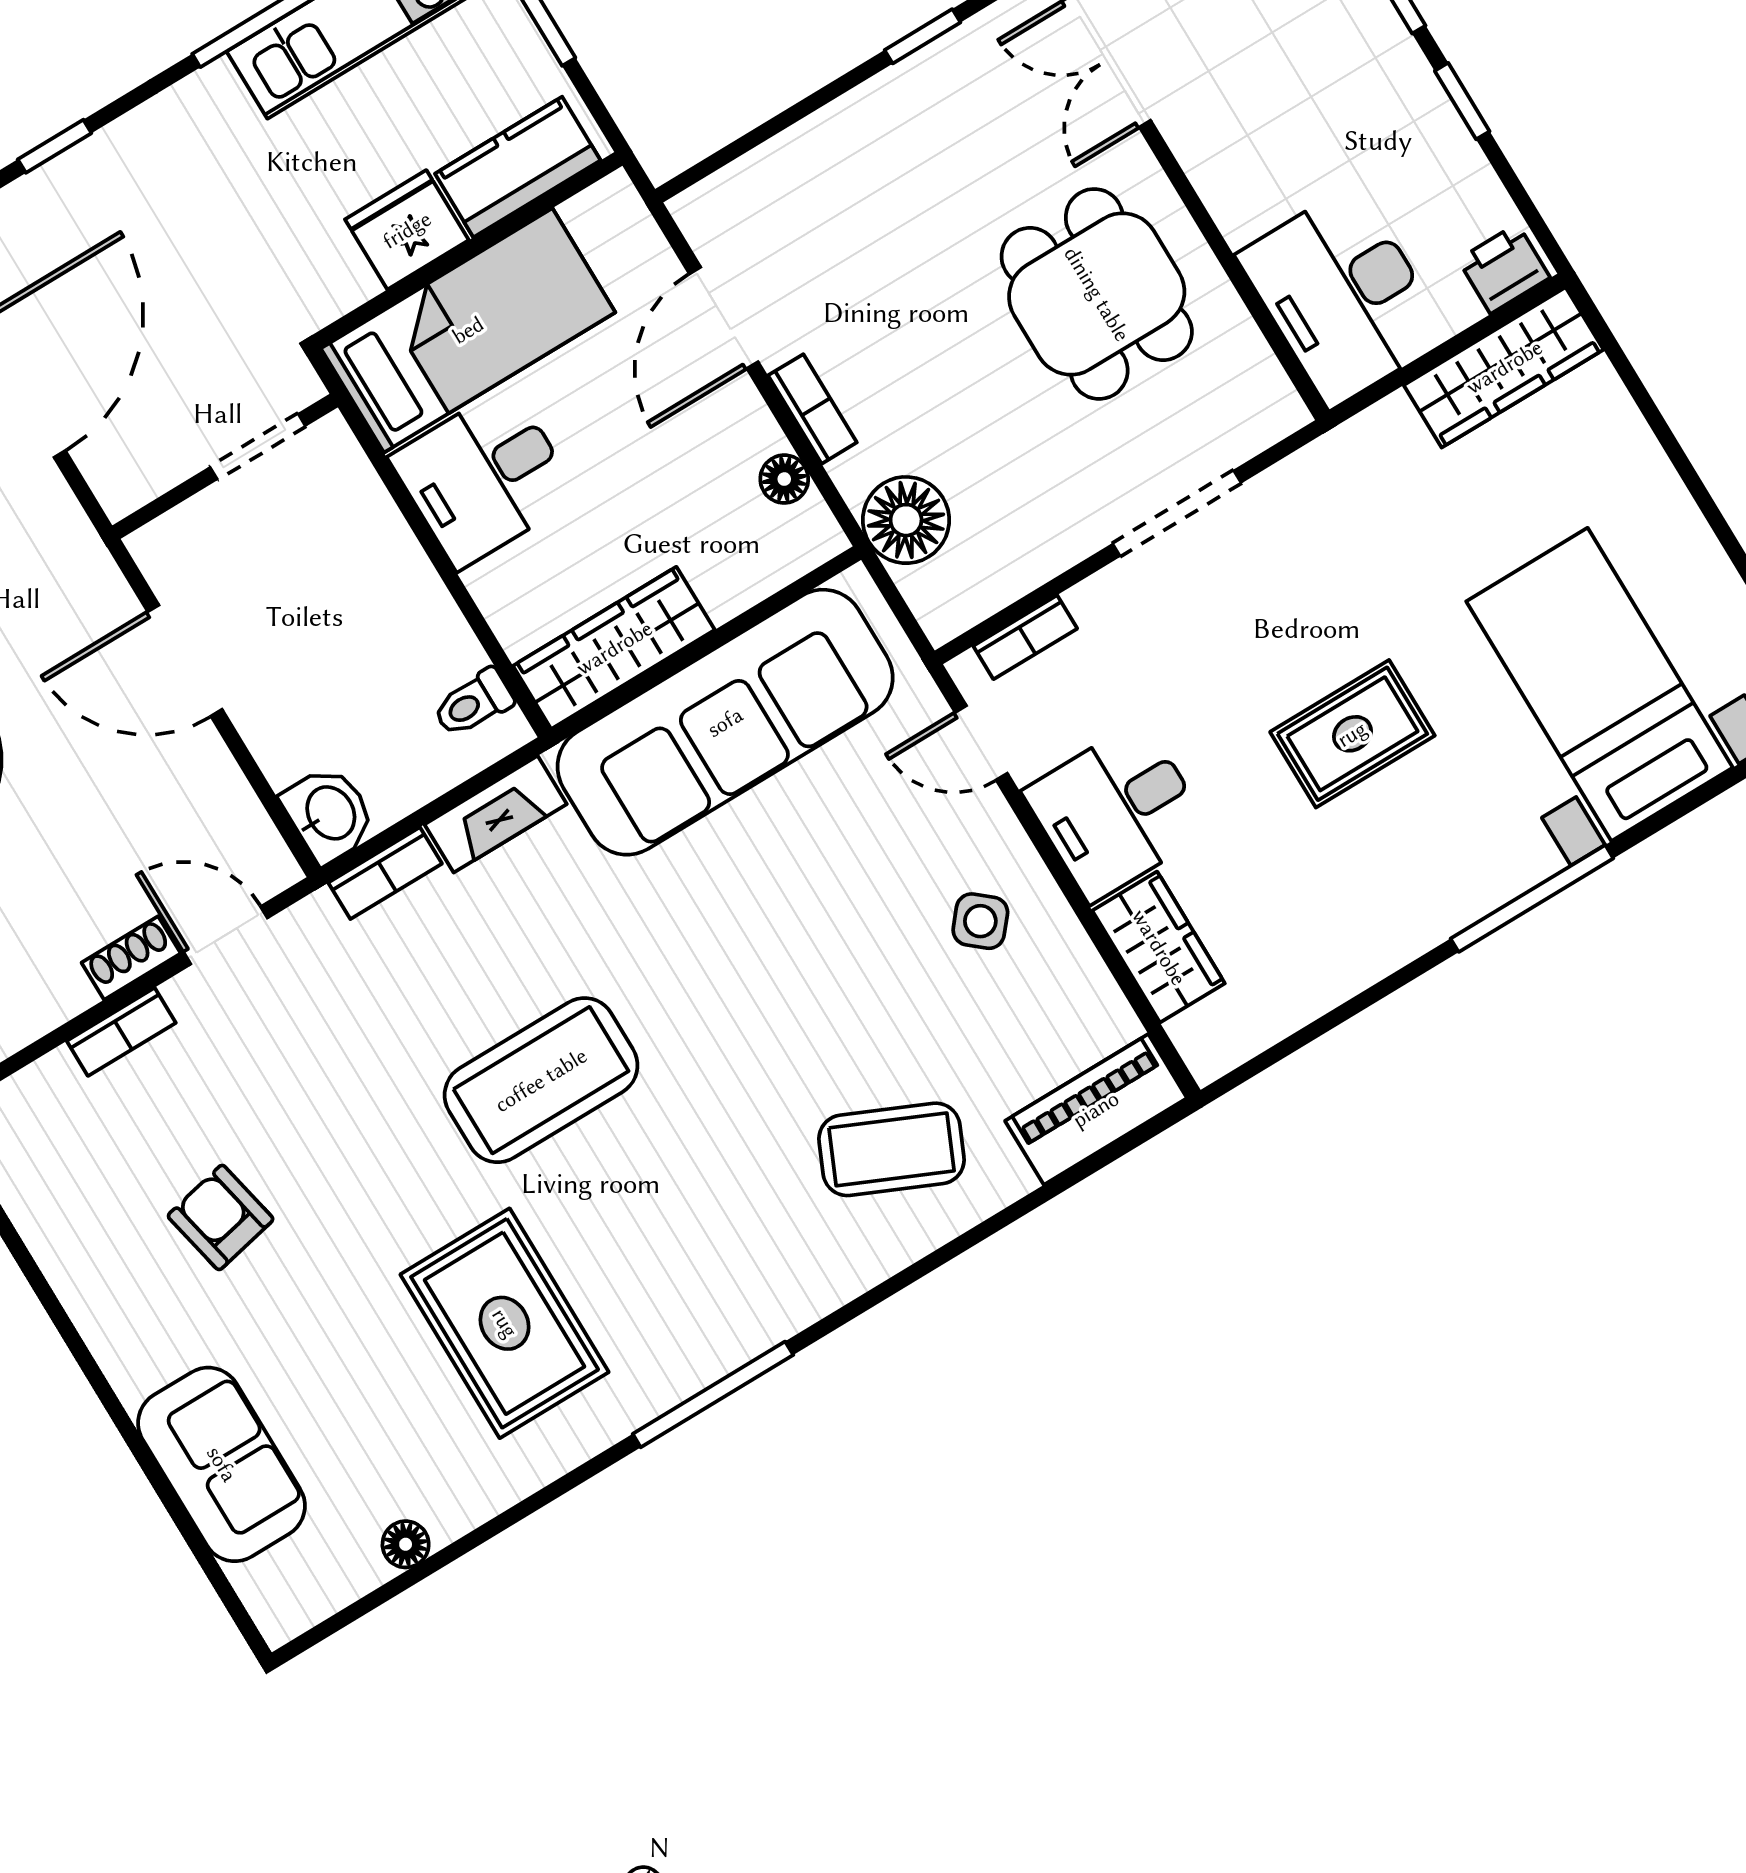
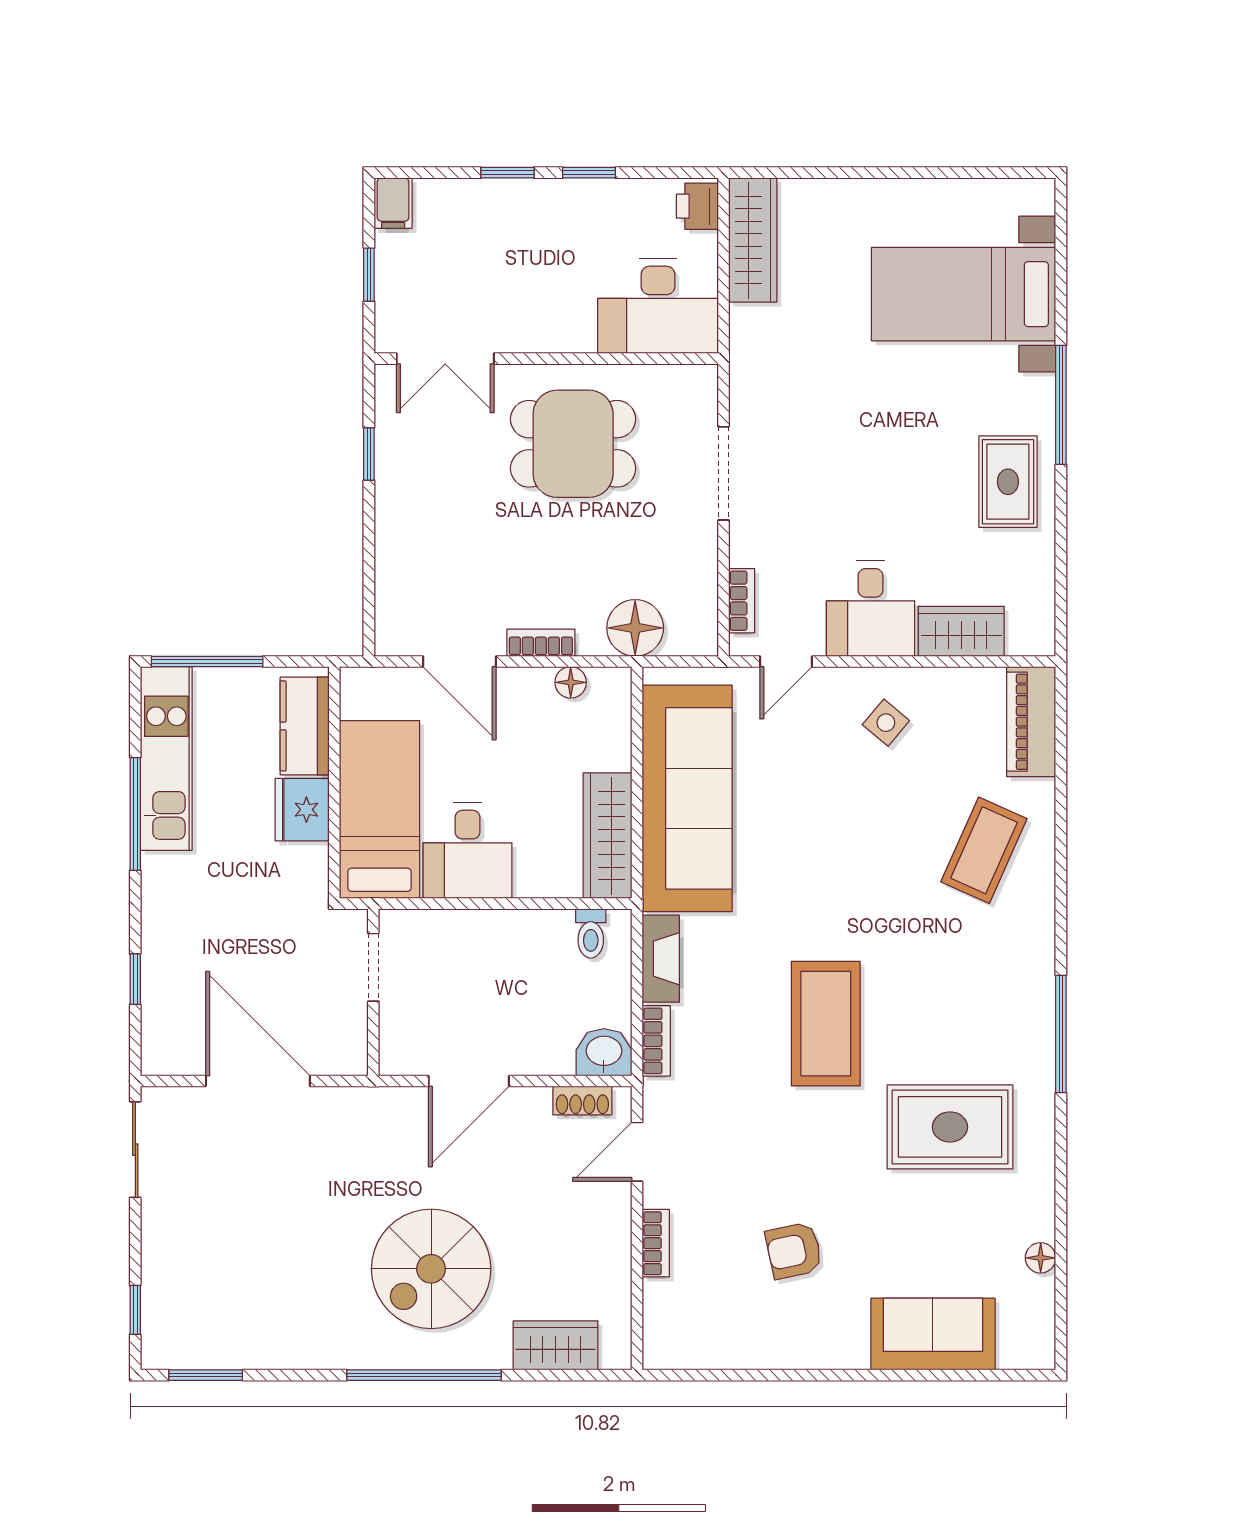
rug: (1352, 734) -> (1008, 482), moved
shoe rack: (131, 958) -> (582, 1101), moved, turned -90

